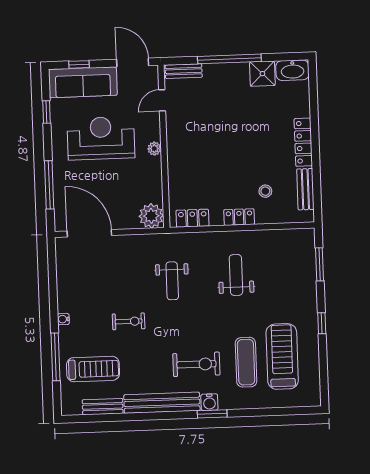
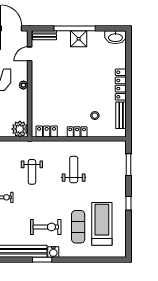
shower: (262, 74) -> (79, 39), moved
window: (212, 414) -> (42, 260), moved

